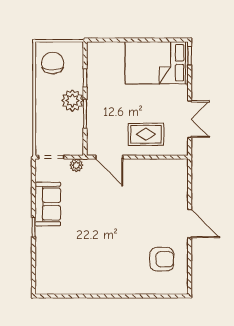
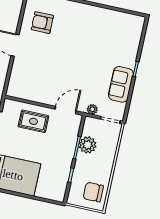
chair: (53, 63) -> (93, 192), turned 90
plant: (72, 100) -> (88, 145), moved
door: (109, 157) -> (66, 110), hinge flipped

